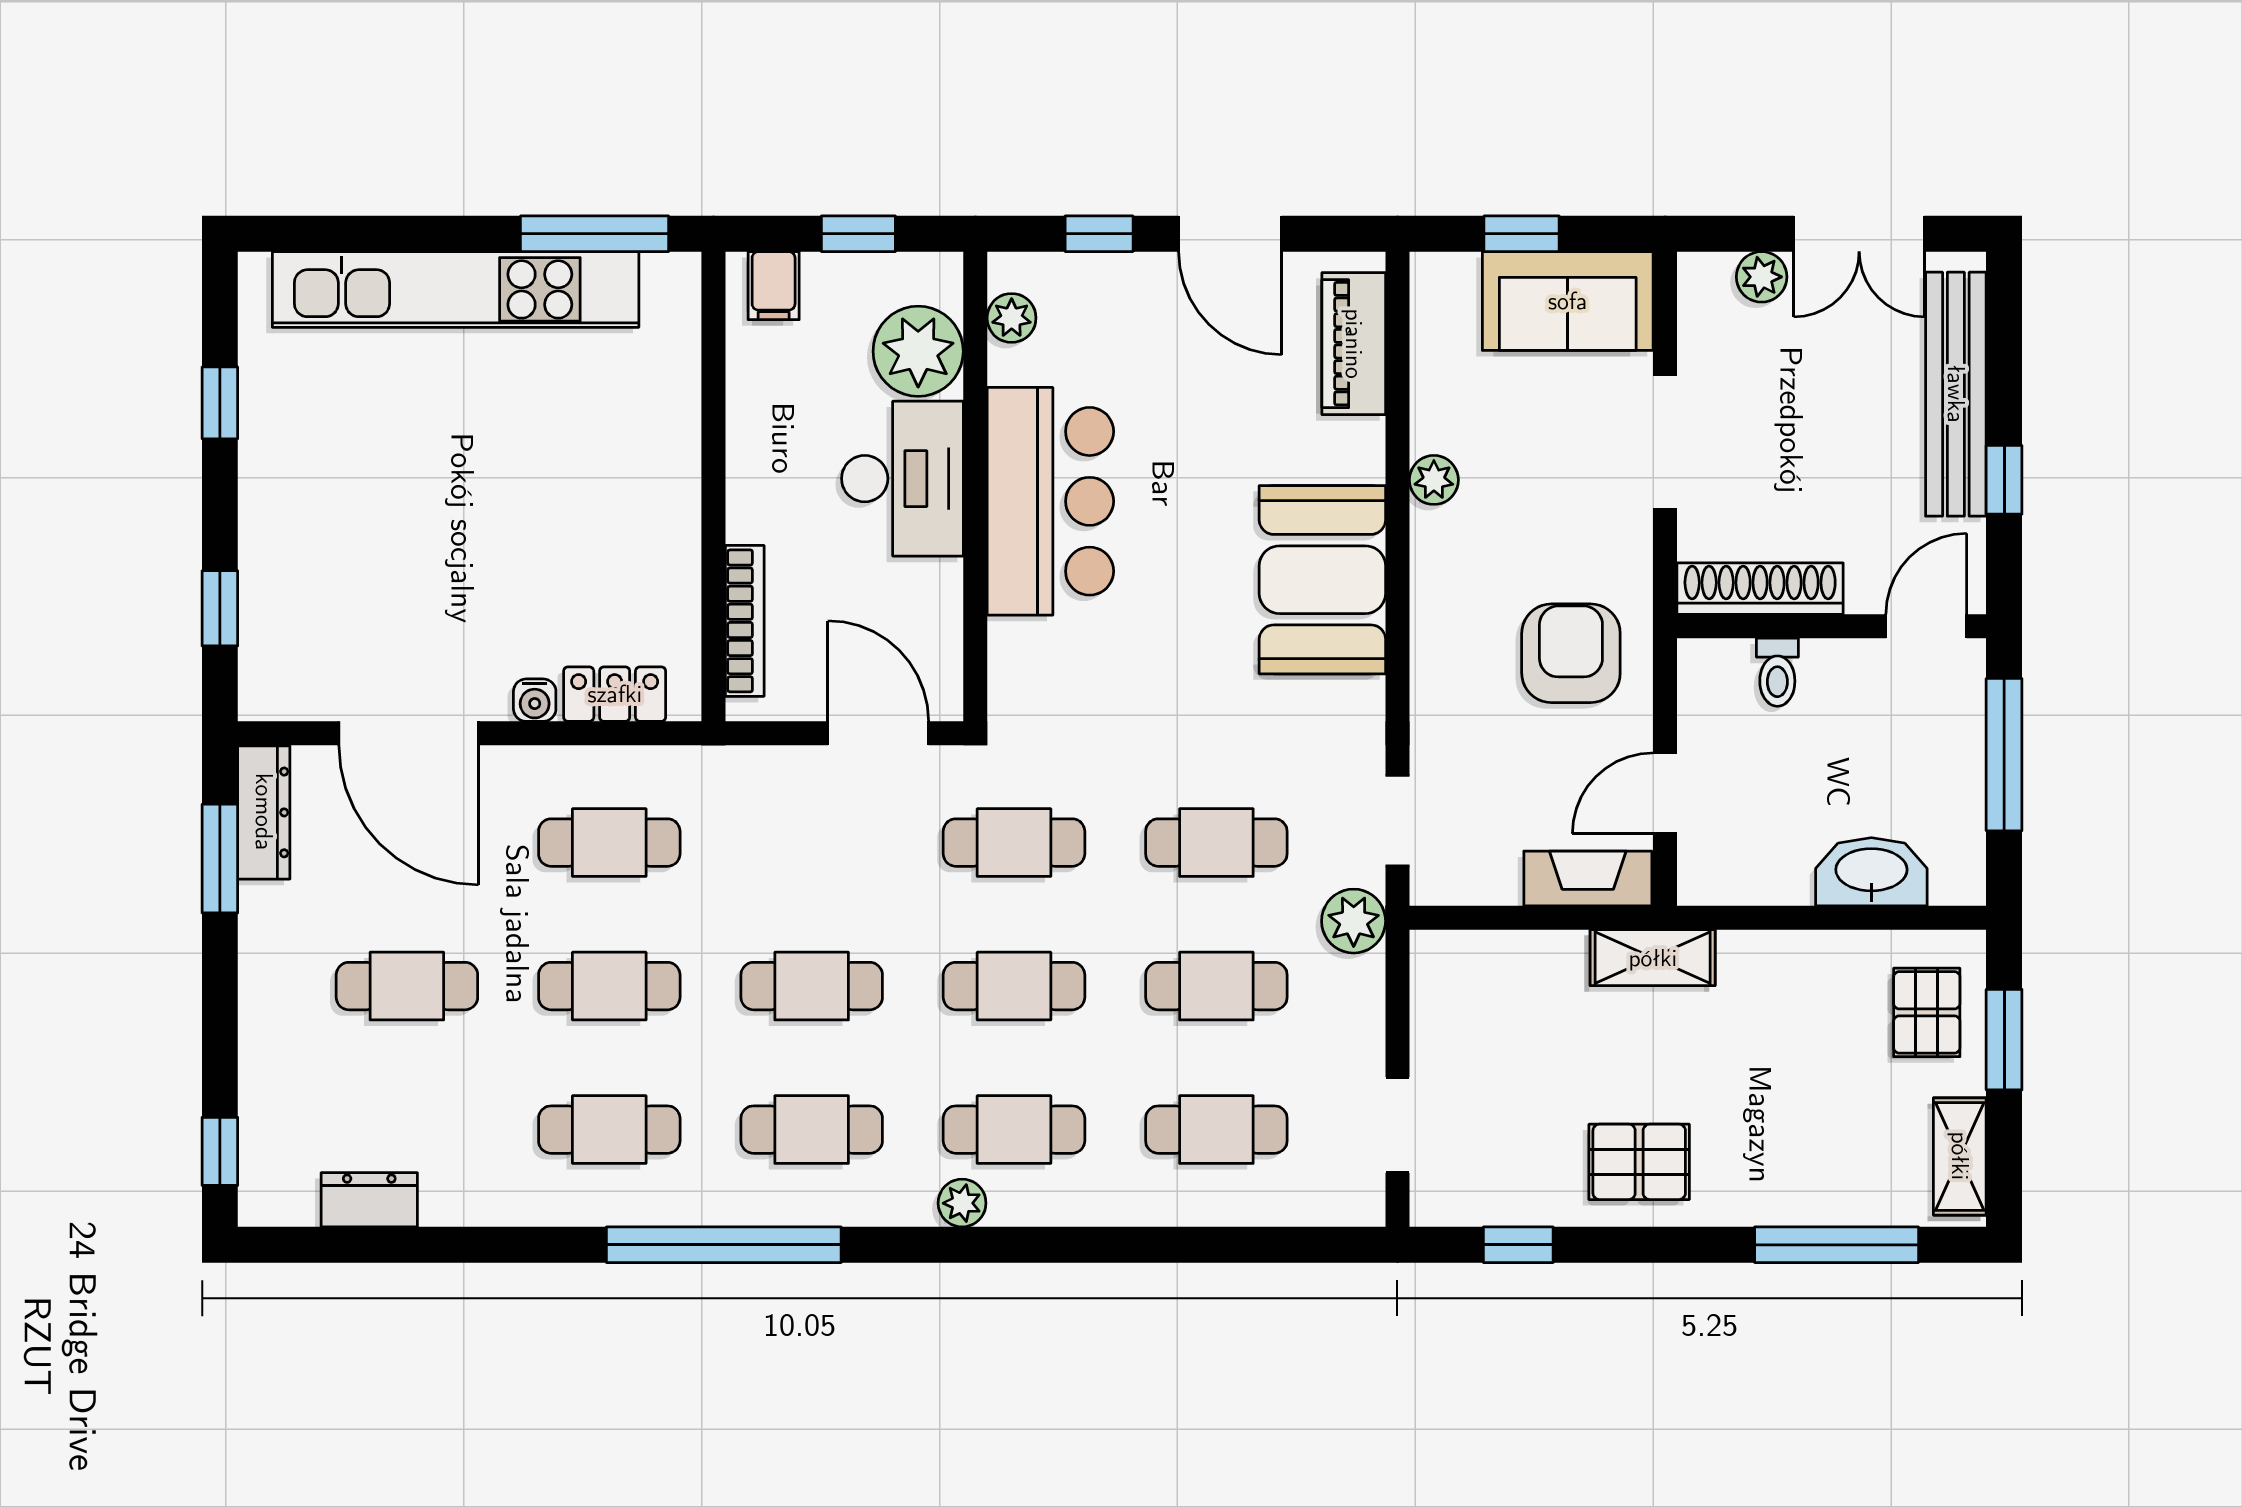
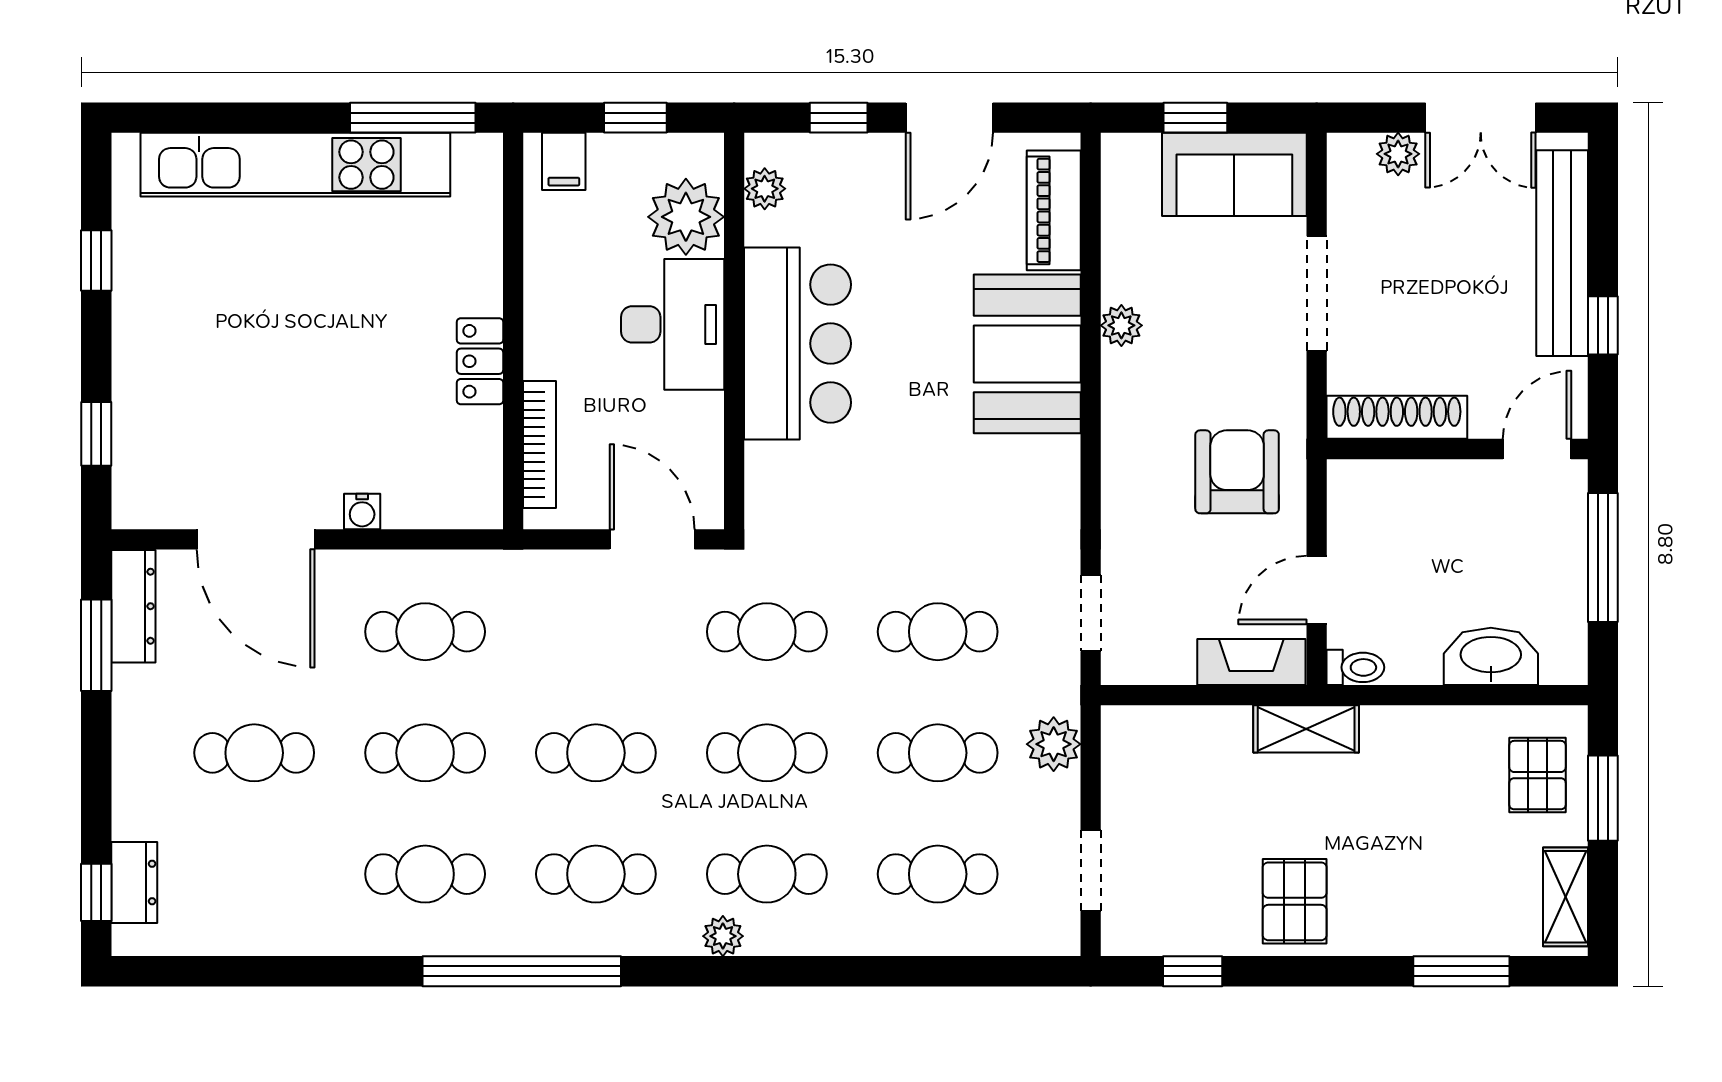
door: (1230, 234) -> (949, 118), hinge flipped
booth: (1322, 580) -> (1027, 354), moved
toilet: (1777, 672) -> (1355, 667), moved, turned -90
locker: (615, 694) -> (480, 361), moved, turned -90
plant: (1354, 921) -> (1054, 744), moved
pallet: (1639, 1162) -> (1295, 901), turned 90
dresser: (369, 1200) -> (134, 882), moved, turned 90
window: (1837, 1245) -> (1461, 971), width x0.69

